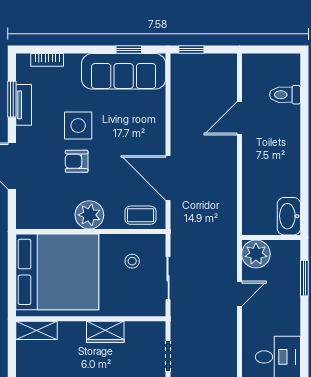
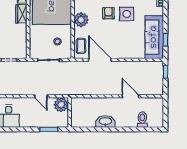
door: (168, 178) -> (100, 60), hinge flipped
washbasin: (289, 216) -> (105, 122), moved
wardrobe: (105, 332) -> (21, 14), moved

